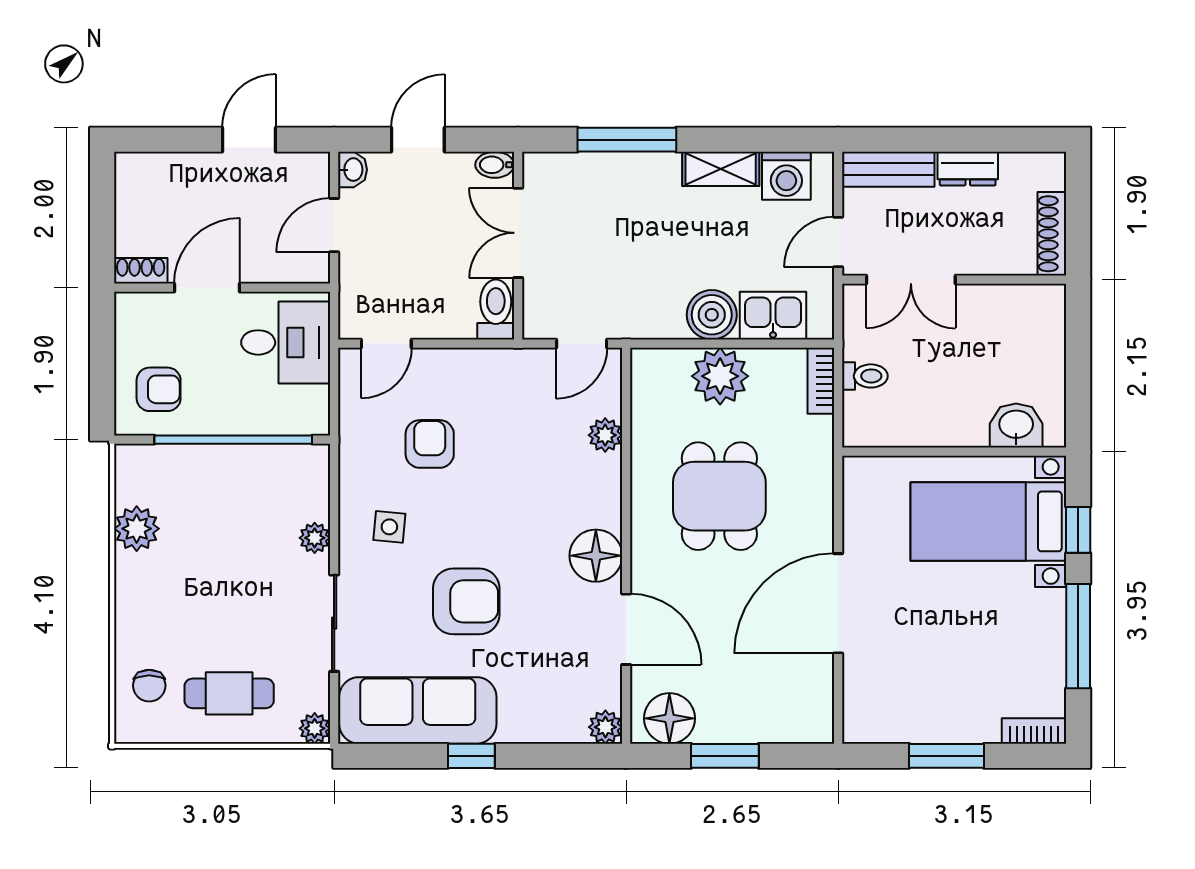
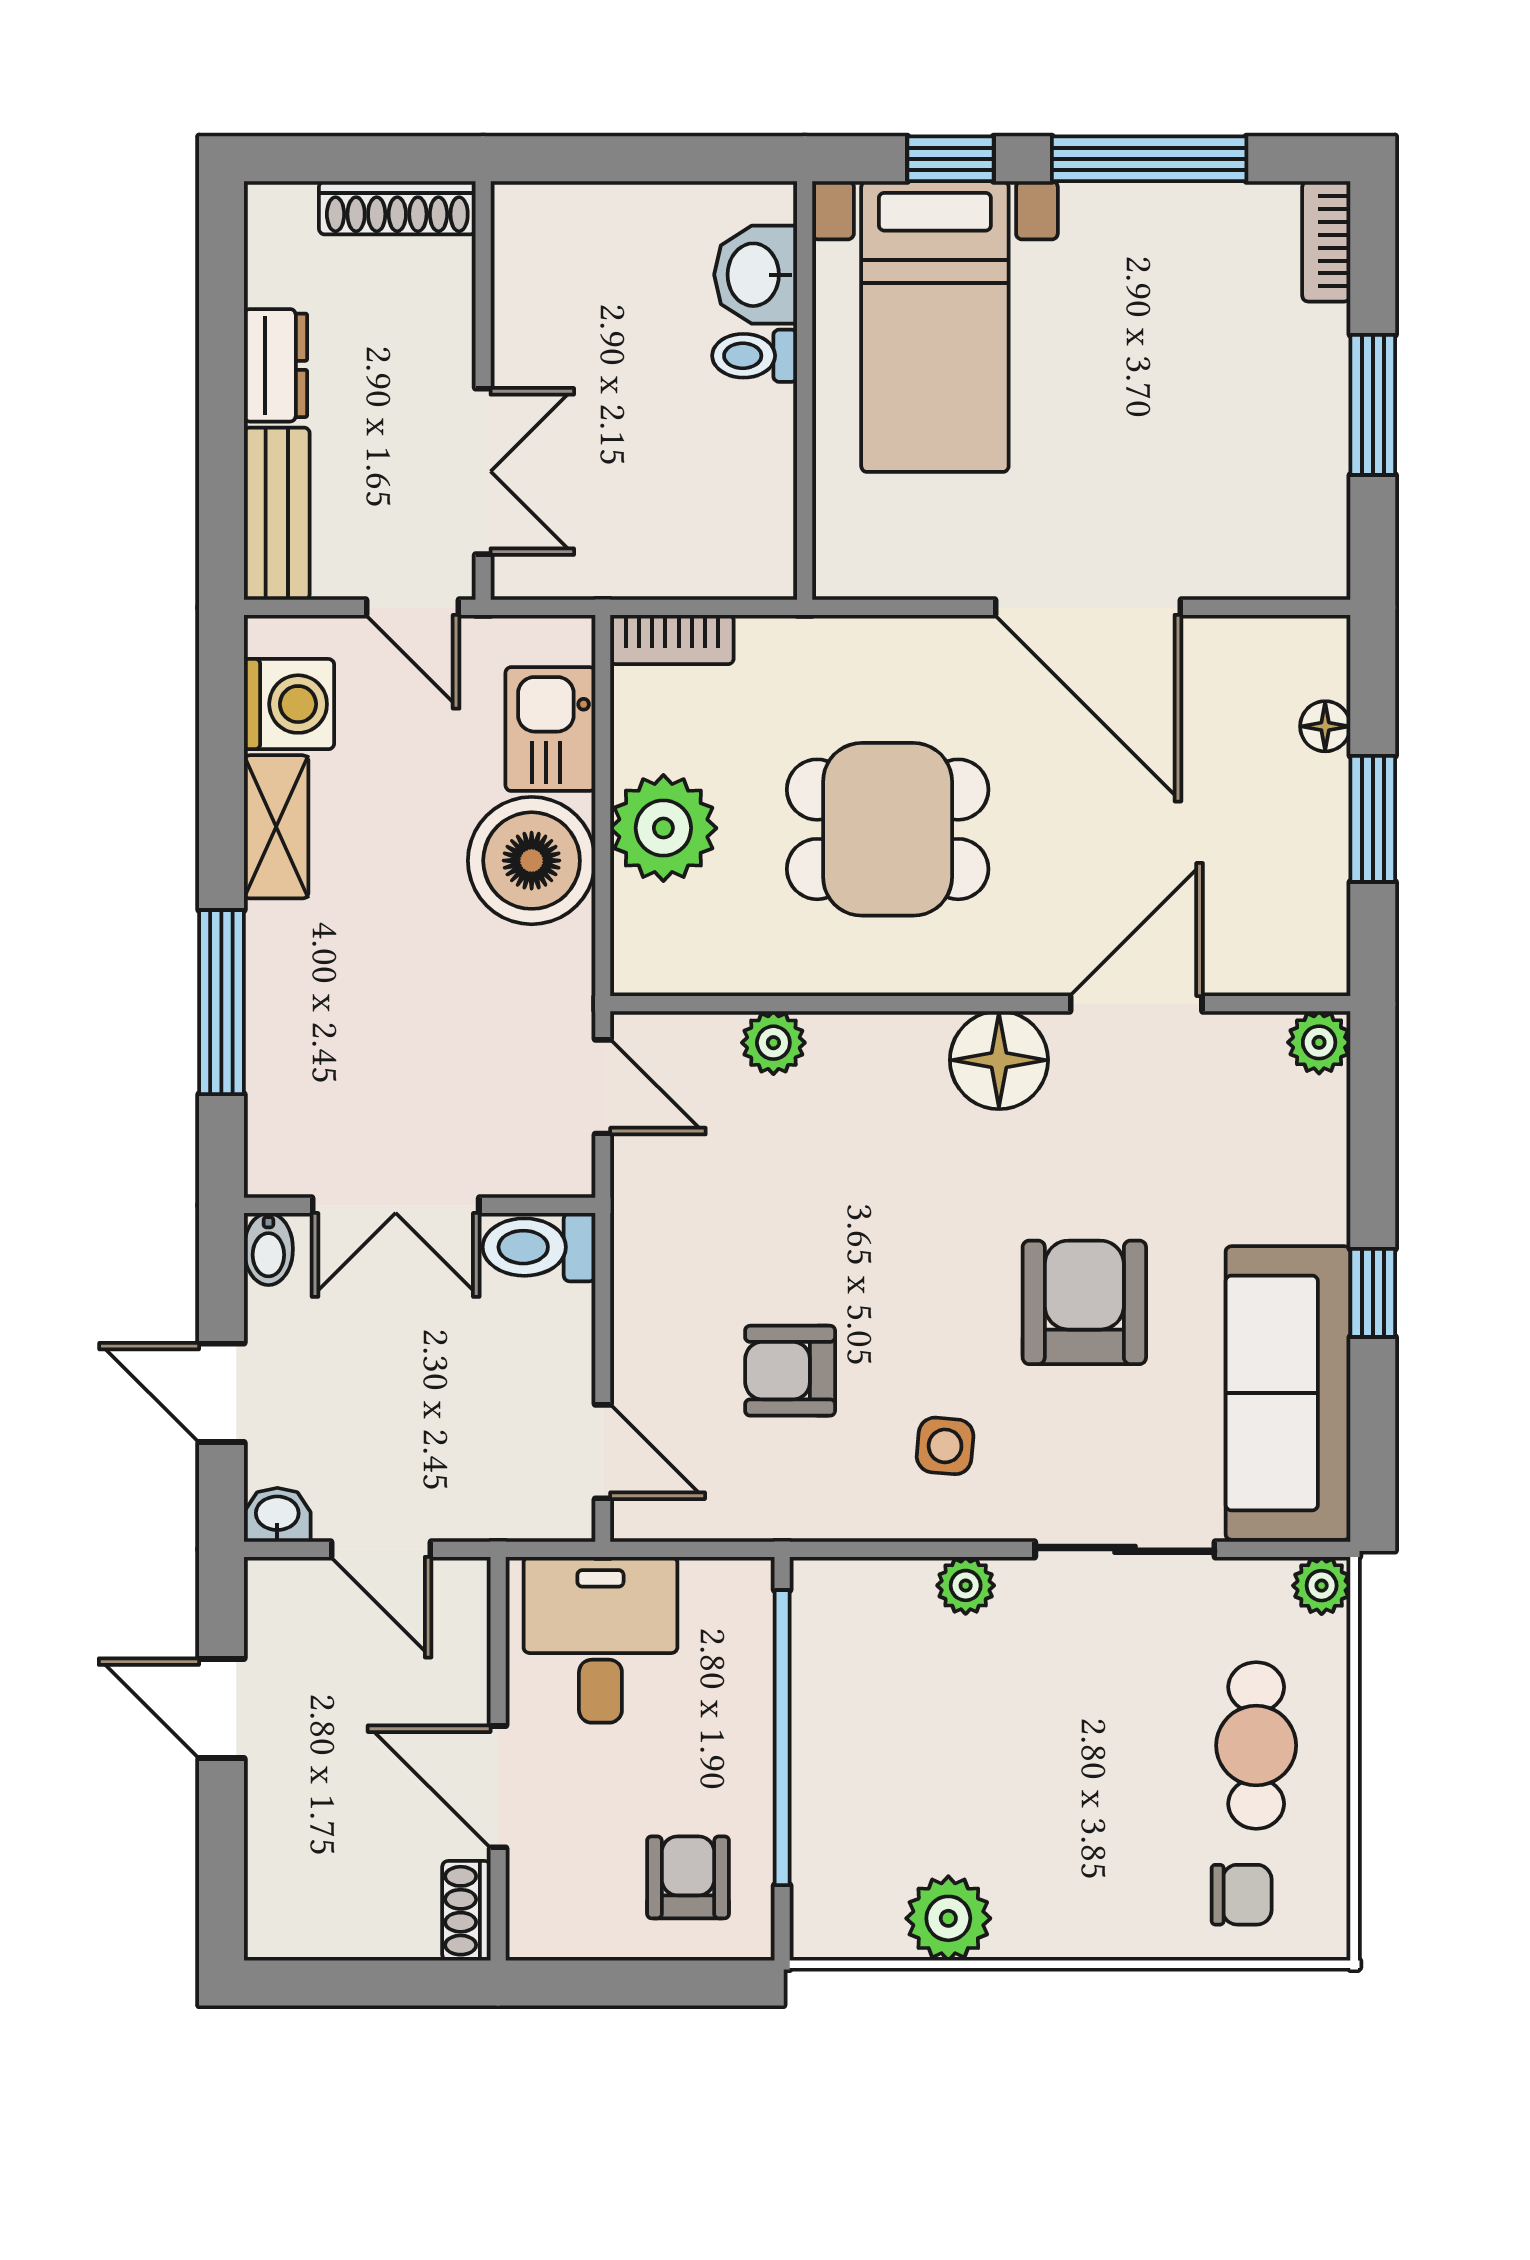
boiler: (712, 315) -> (532, 861), width x1.37, depth x1.37
toilet: (865, 376) -> (755, 356), moved, turned -90
floor lamp: (669, 718) -> (1325, 726), moved, width x0.53, depth x0.53

